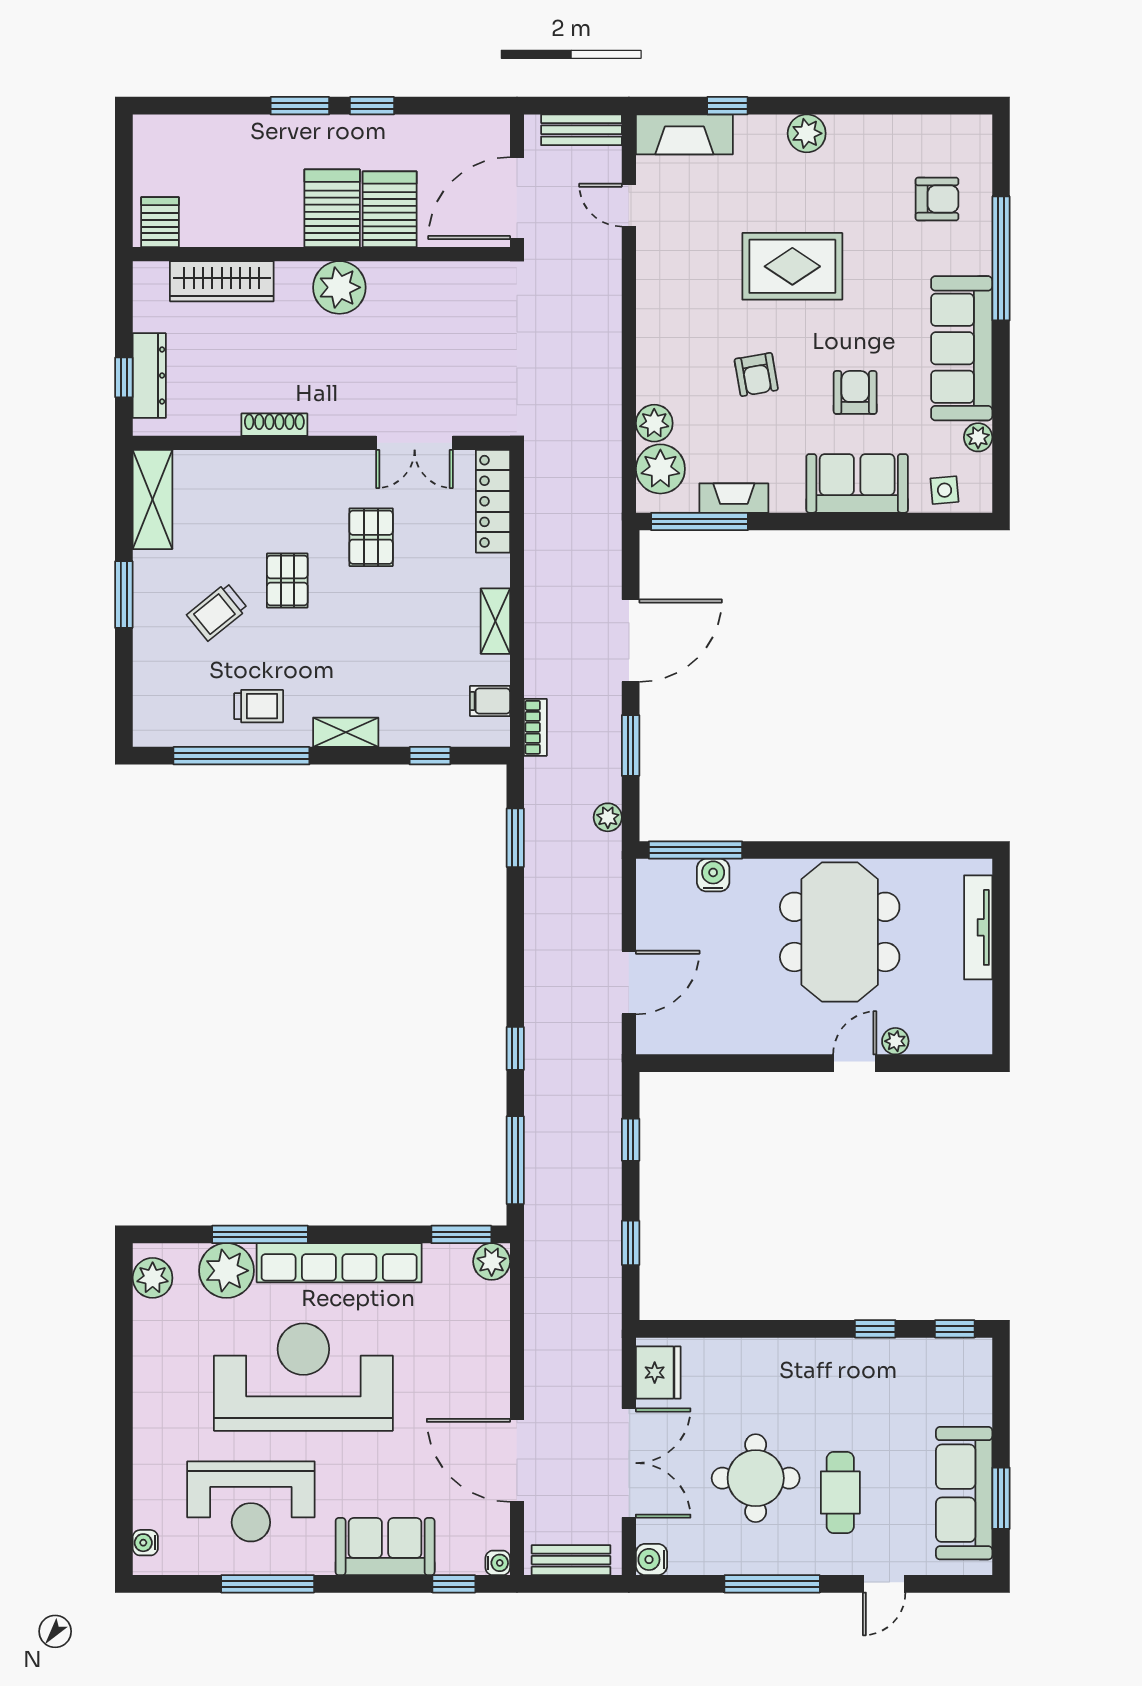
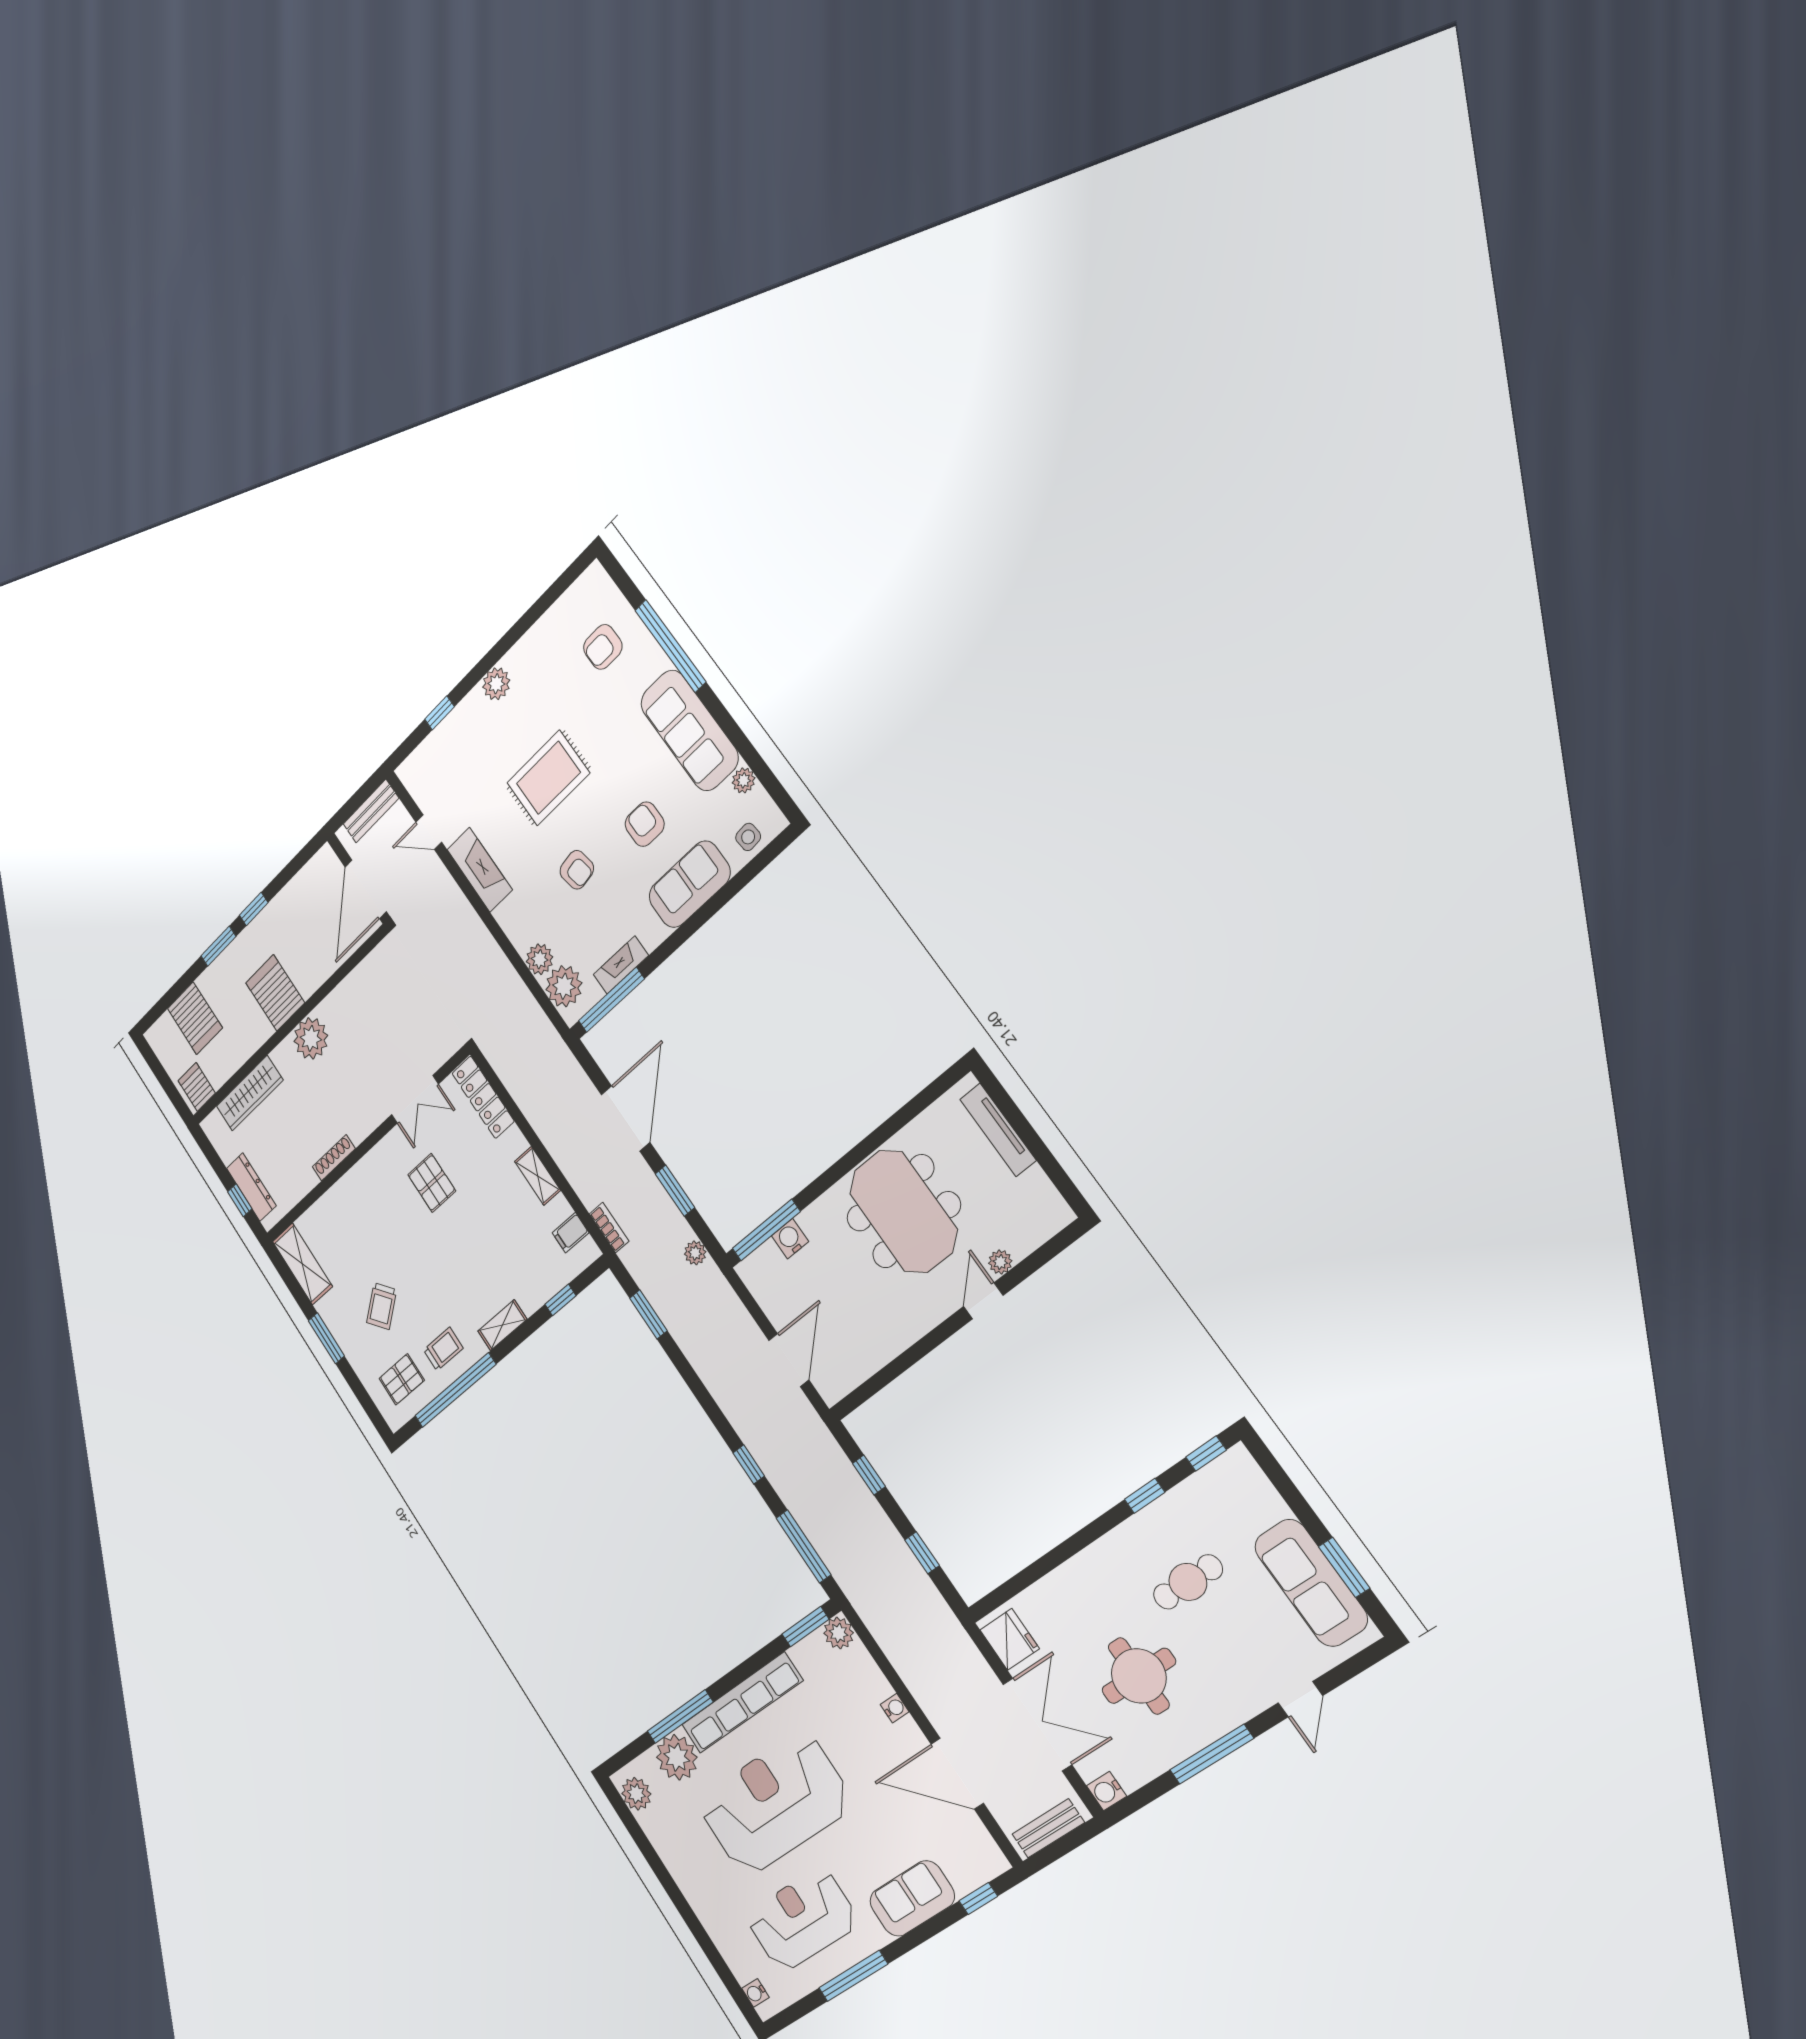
fireplace: (684, 134) -> (480, 870), moved, turned -90
armchair: (937, 199) -> (603, 647), turned 180
server rack: (390, 209) -> (195, 1018), moved, turned 180
pallet: (287, 580) -> (402, 1379), moved, turned 90
cafe table: (840, 1492) -> (1188, 1582), moved, turned 90
reception desk: (251, 1501) -> (802, 1919), turned 180
water cooler: (498, 1563) -> (895, 1708), moved

